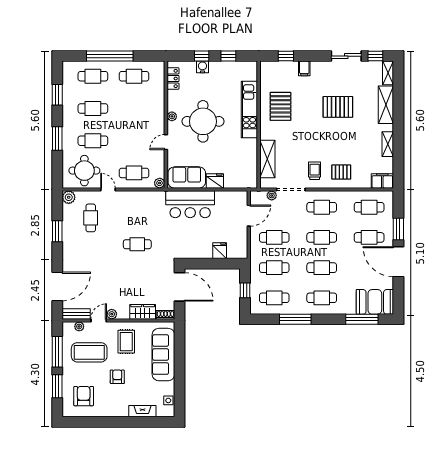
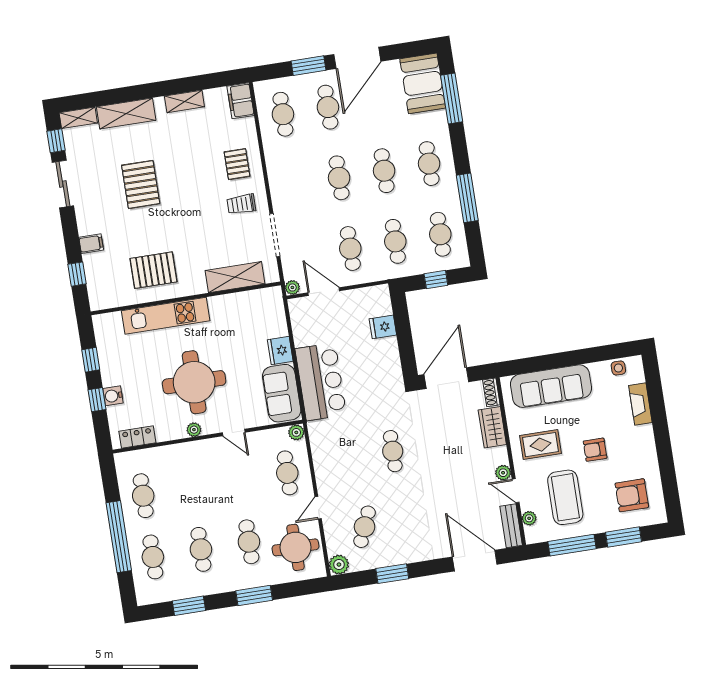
plant: (272, 196) -> (292, 287), moved
cafe table: (322, 207) -> (294, 185), removed
cafe table: (91, 218) -> (365, 527), turned -67

